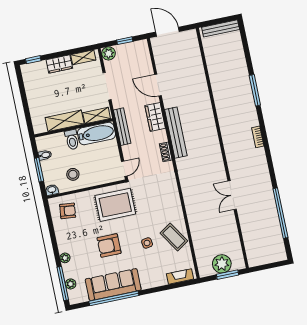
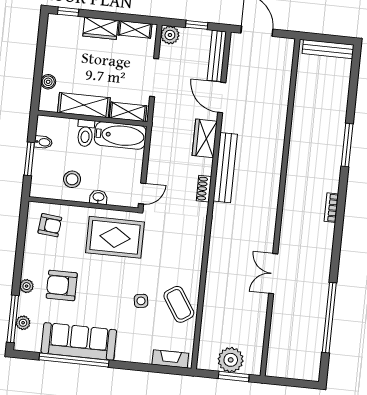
boiler: (35, 112) -> (48, 82), added
bench: (122, 127) -> (217, 56), moved
washbasin: (52, 190) -> (98, 197), moved
armchair: (109, 245) -> (62, 285), moved

